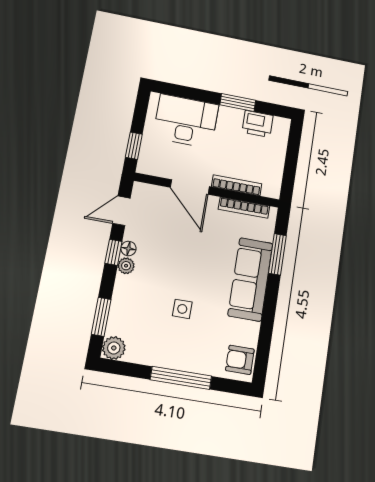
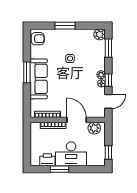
desk: (186, 121) -> (71, 154), moved
window: (134, 146) -> (108, 153), moved
plant: (159, 165) -> (94, 128), added
window: (277, 254) -> (27, 72), moved
window: (181, 378) -> (65, 26), width x0.69

